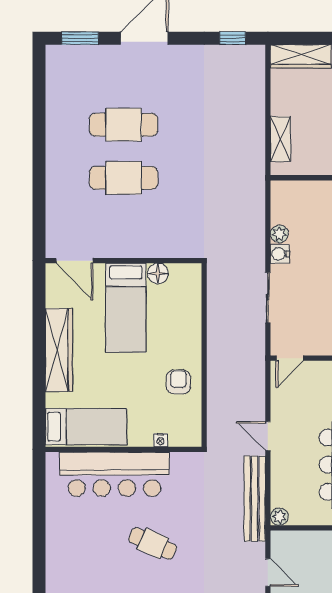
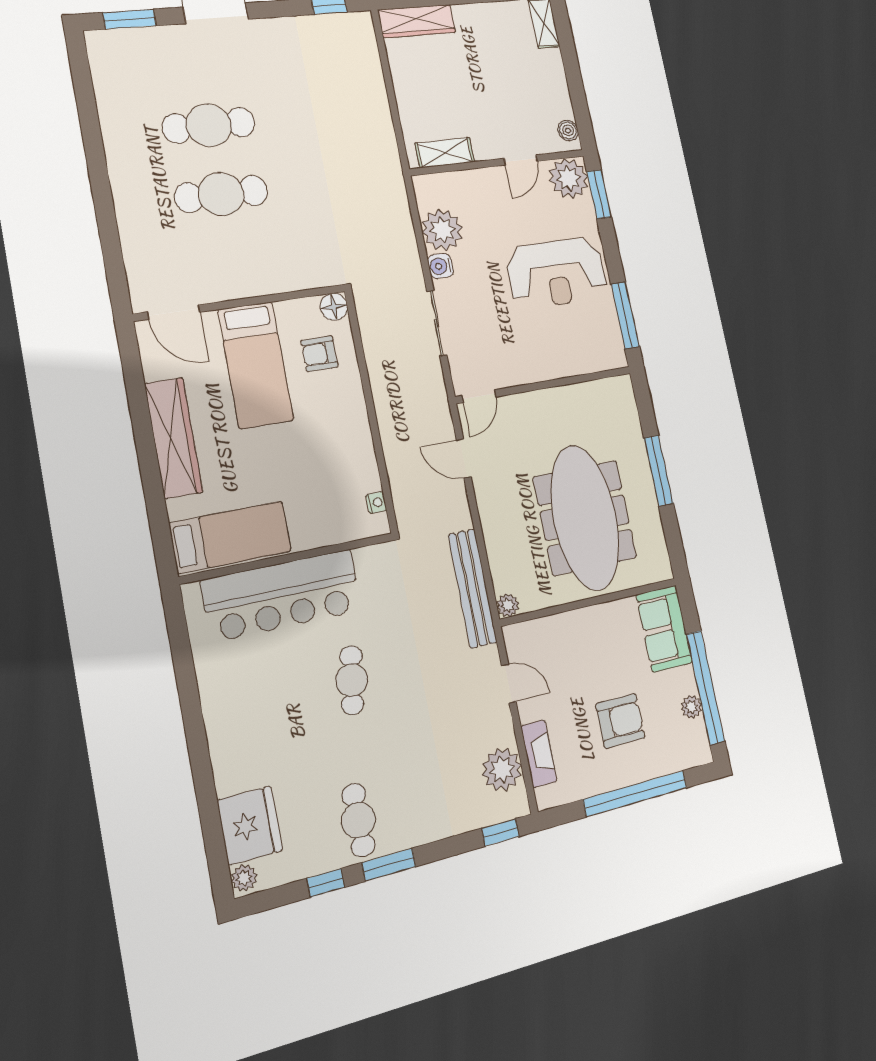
shelving: (281, 139) -> (445, 153), moved, turned 90
plant: (279, 234) -> (442, 230), width x1.88, depth x1.88
floor lamp: (158, 273) -> (334, 307), moved
armchair: (178, 382) -> (319, 354), moved, turned -90
door: (268, 436) -> (464, 458), moved
nightstand: (161, 440) -> (376, 503), moved, turned -90
cafe table: (153, 543) -> (352, 680), turned 75

